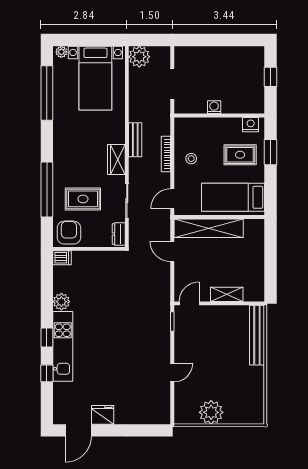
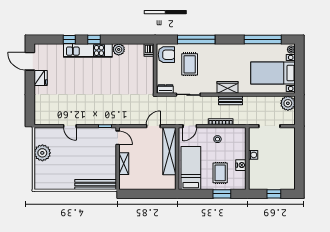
nightstand: (251, 125) -> (241, 165), moved
wardrobe: (116, 159) -> (227, 87), moved
door: (172, 199) -> (190, 126), swing flipped

